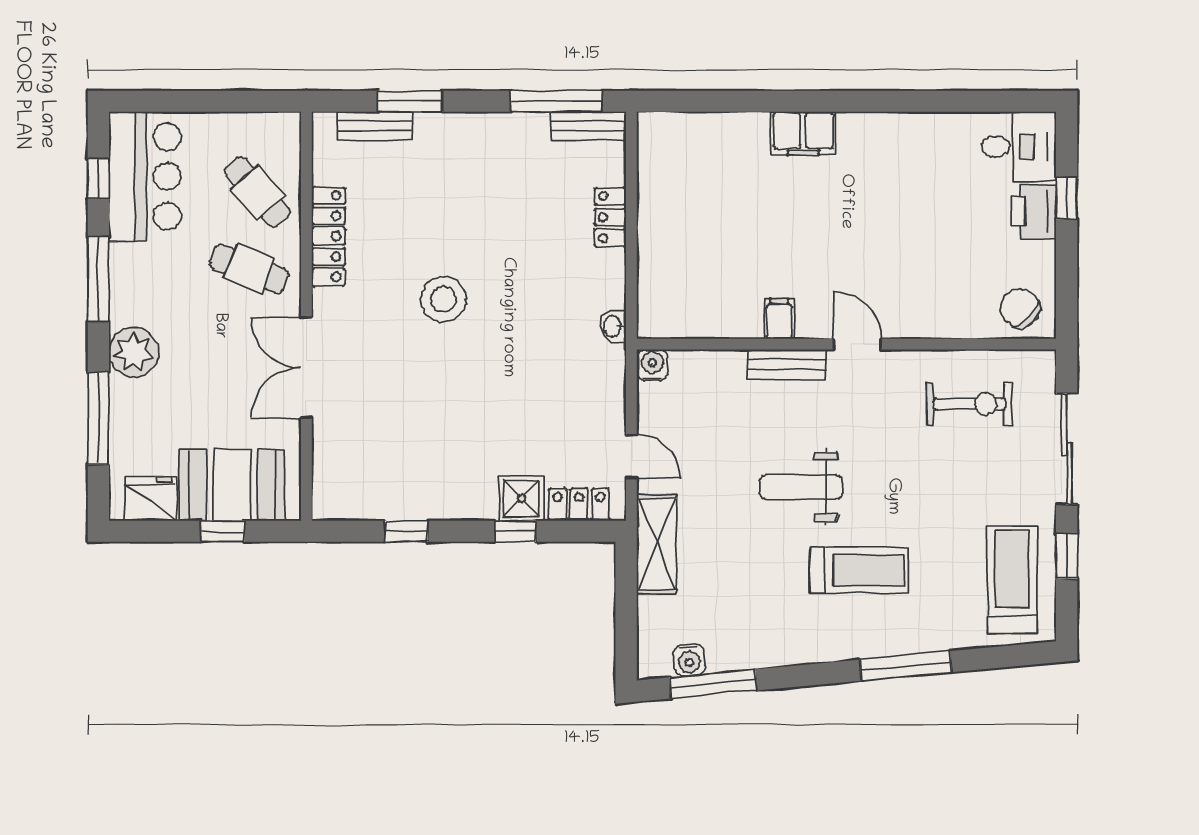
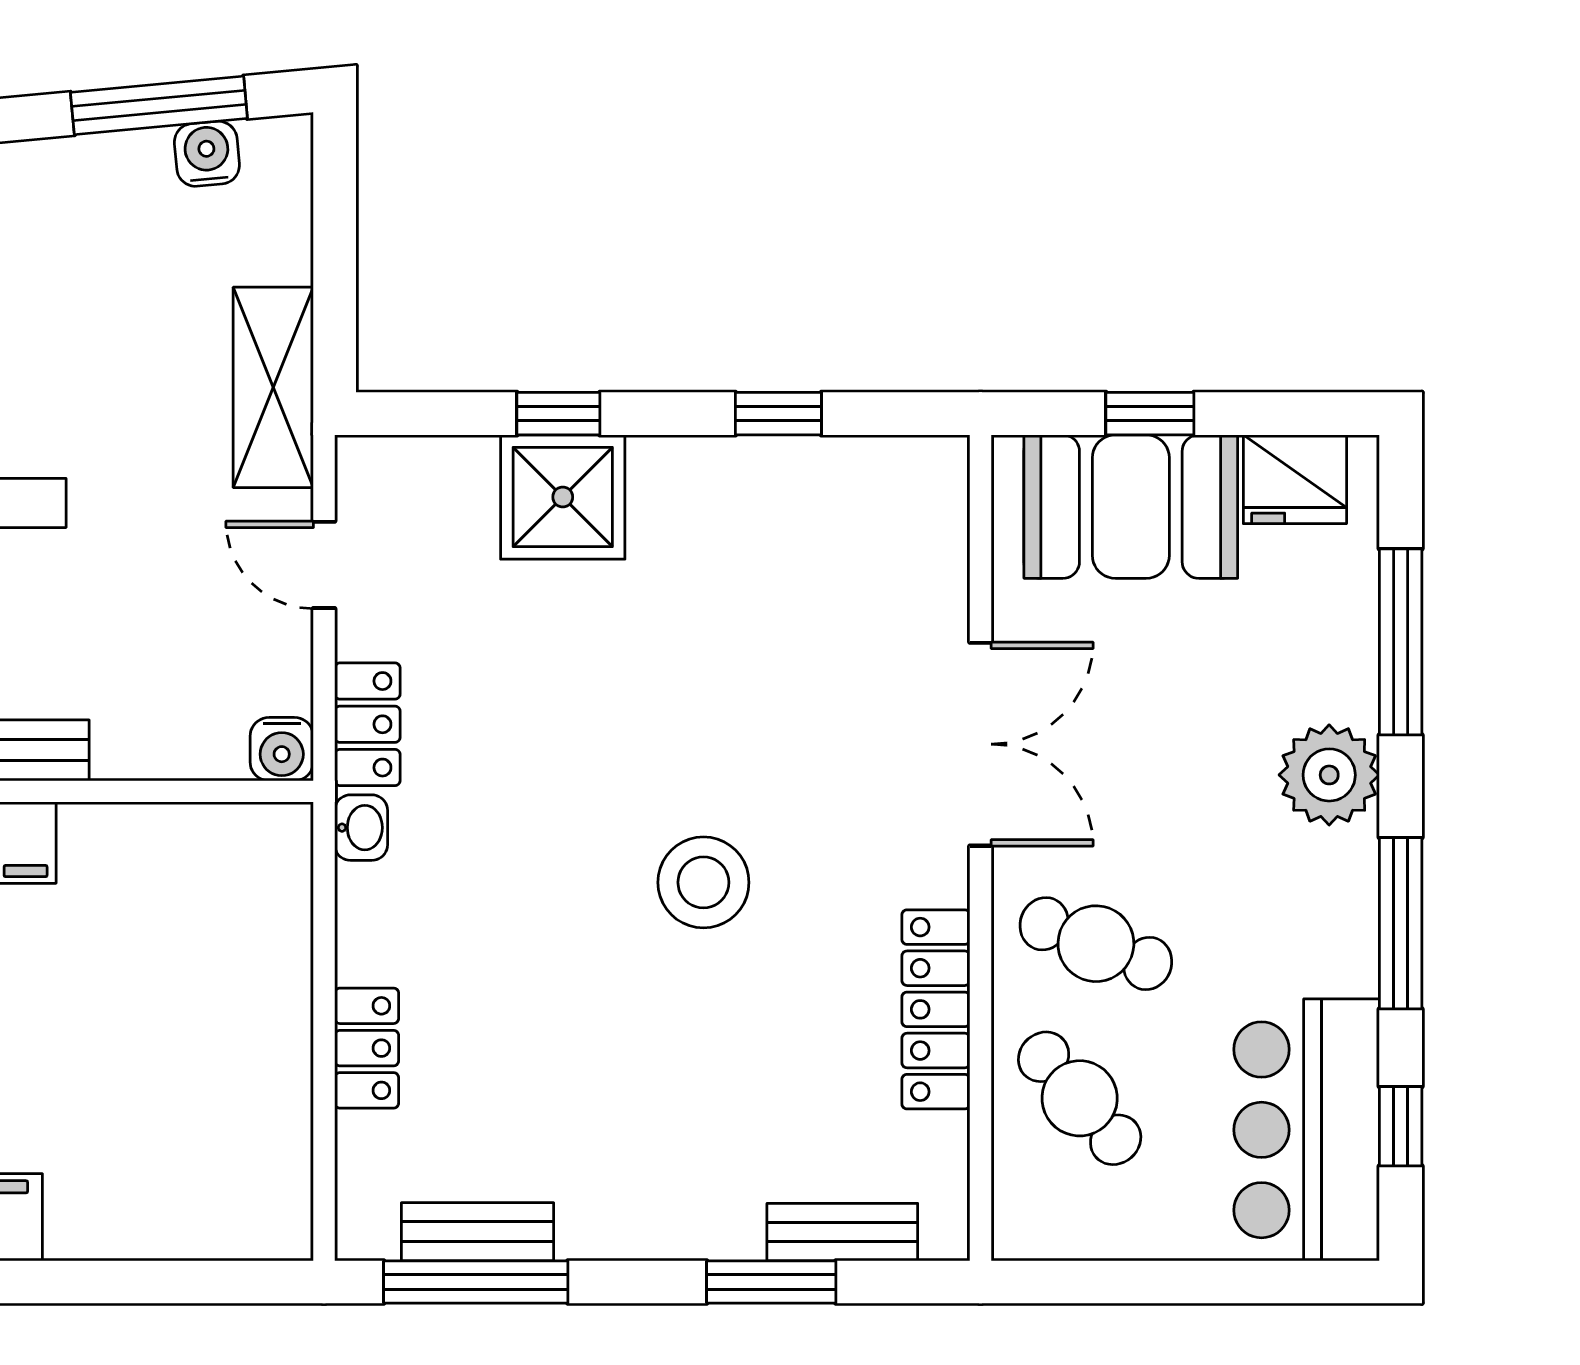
bench: (588, 126) -> (477, 1232), moved
shower: (521, 498) -> (563, 497), width x1.36, depth x1.36
locker: (579, 505) -> (367, 724), moved, turned -90

